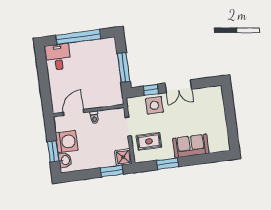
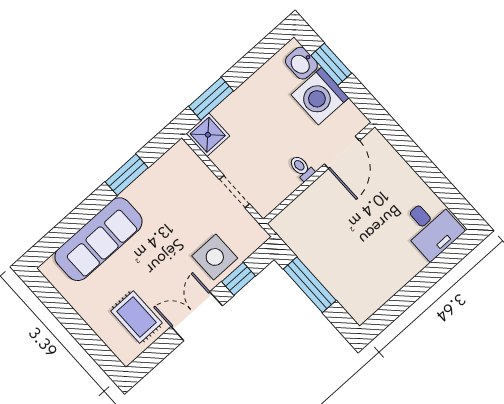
window: (78, 37) -> (420, 284), removed
rug: (149, 141) -> (137, 317), moved, turned 90
sofa: (191, 146) -> (99, 239), width x1.36

